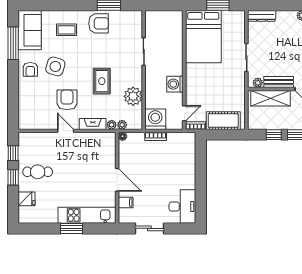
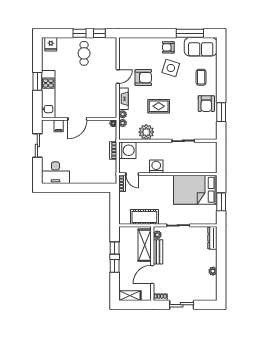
cot: (223, 121) -> (144, 217), moved, turned 90
fridge: (27, 199) -> (51, 44), moved

